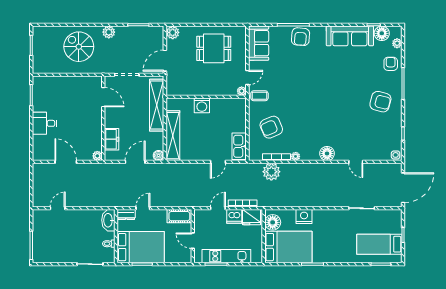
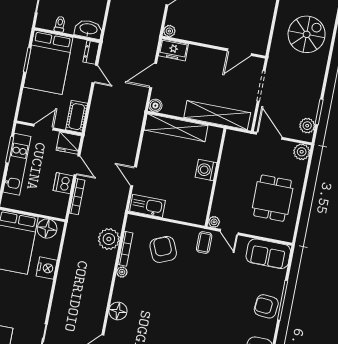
plant: (109, 32) -> (307, 126), moved
freezer: (112, 139) -> (173, 50), moved
door: (135, 162) -> (153, 76), swing flipped
fridge: (251, 217) -> (69, 143), moved, turned -90

